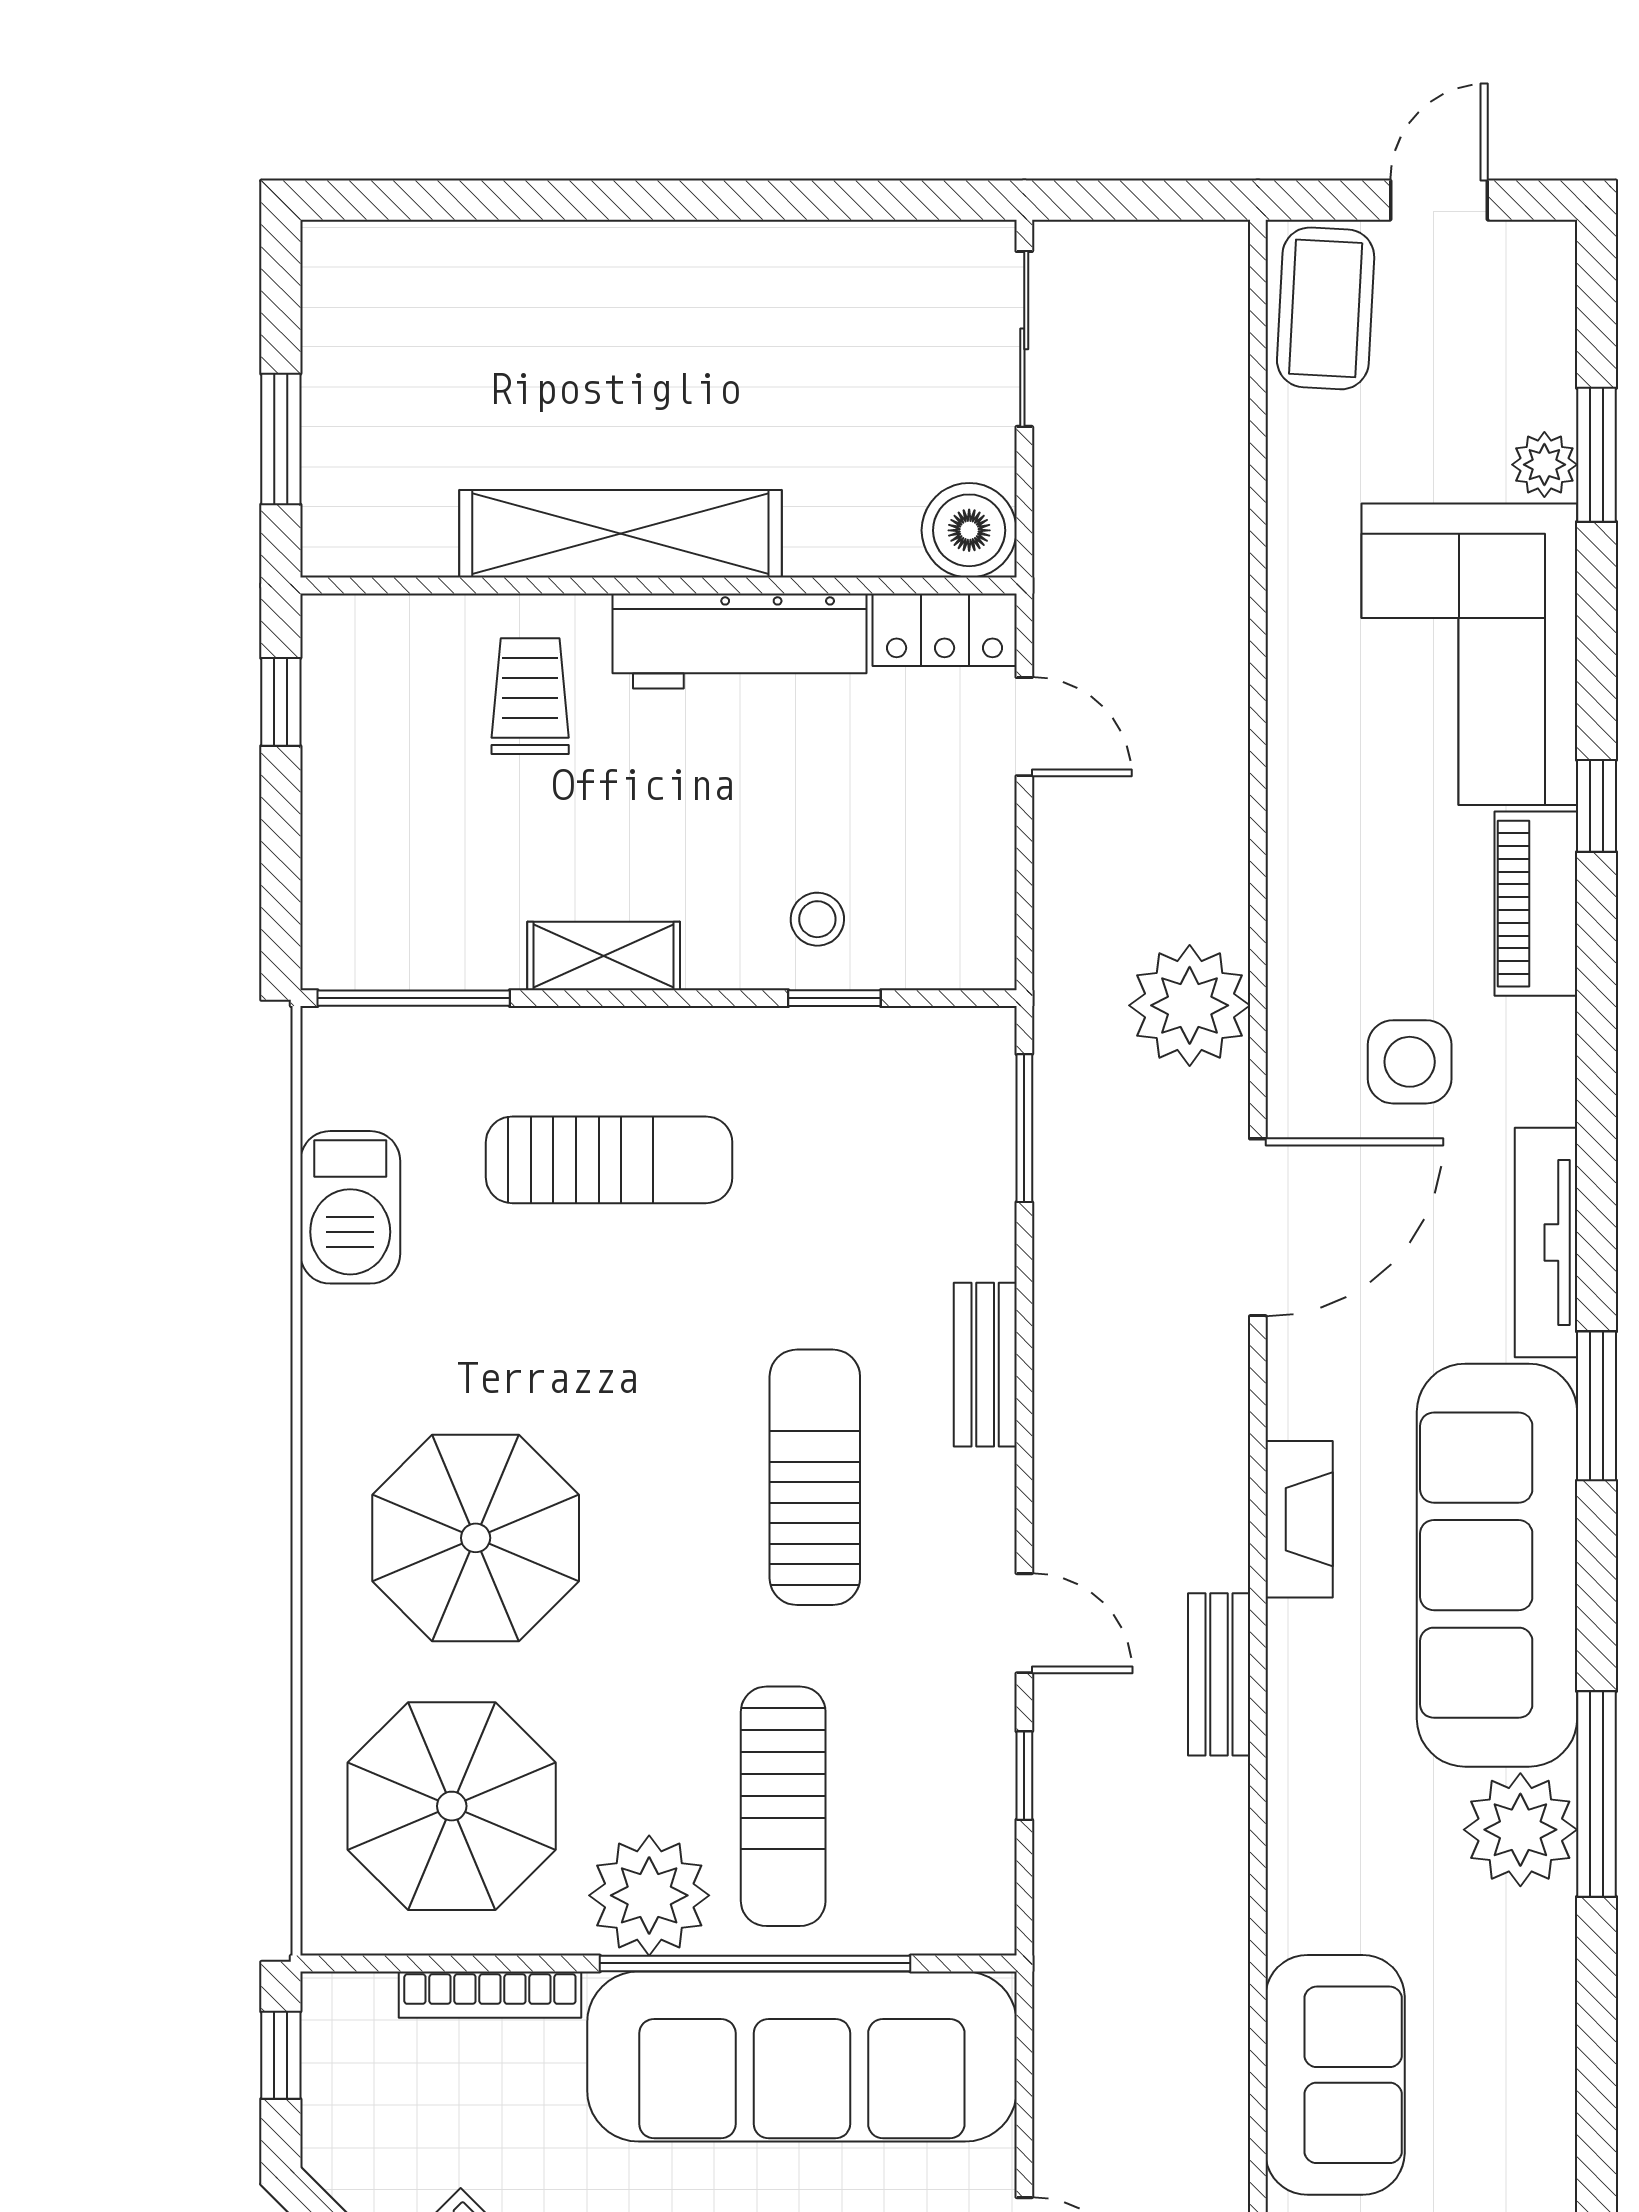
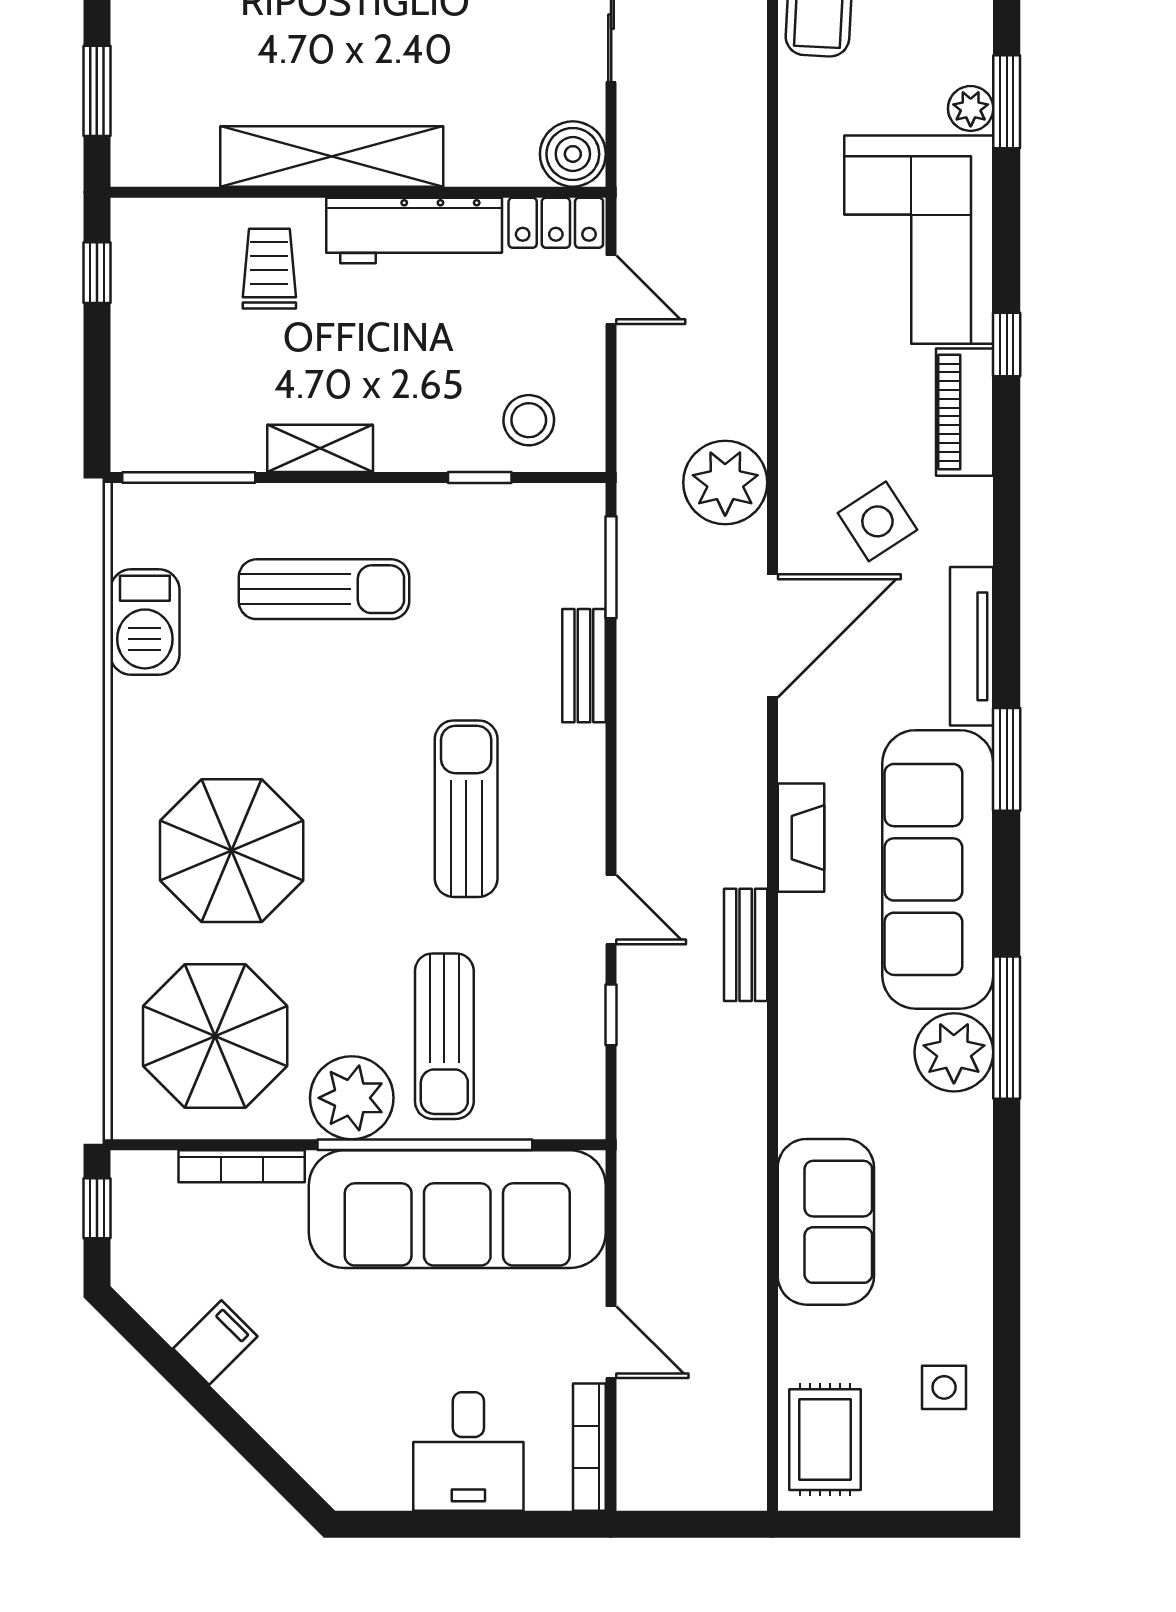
stool: (817, 919) -> (529, 420), moved, width x1.37, depth x1.37
side table: (1410, 1062) -> (877, 521), turned -33
bench: (985, 1365) -> (584, 666), moved

